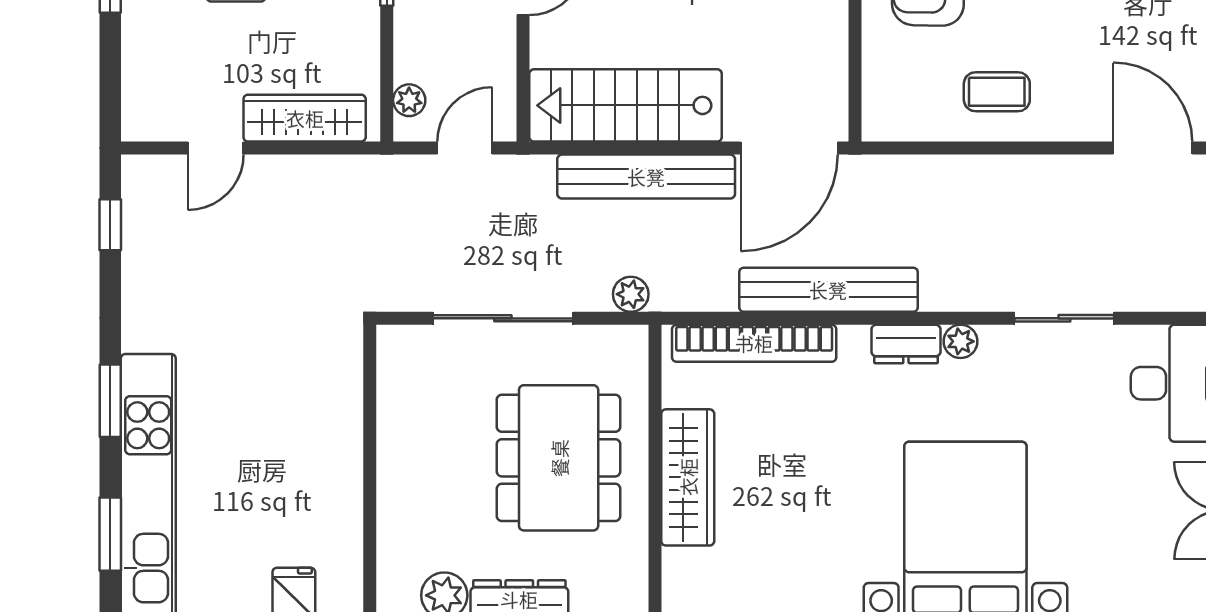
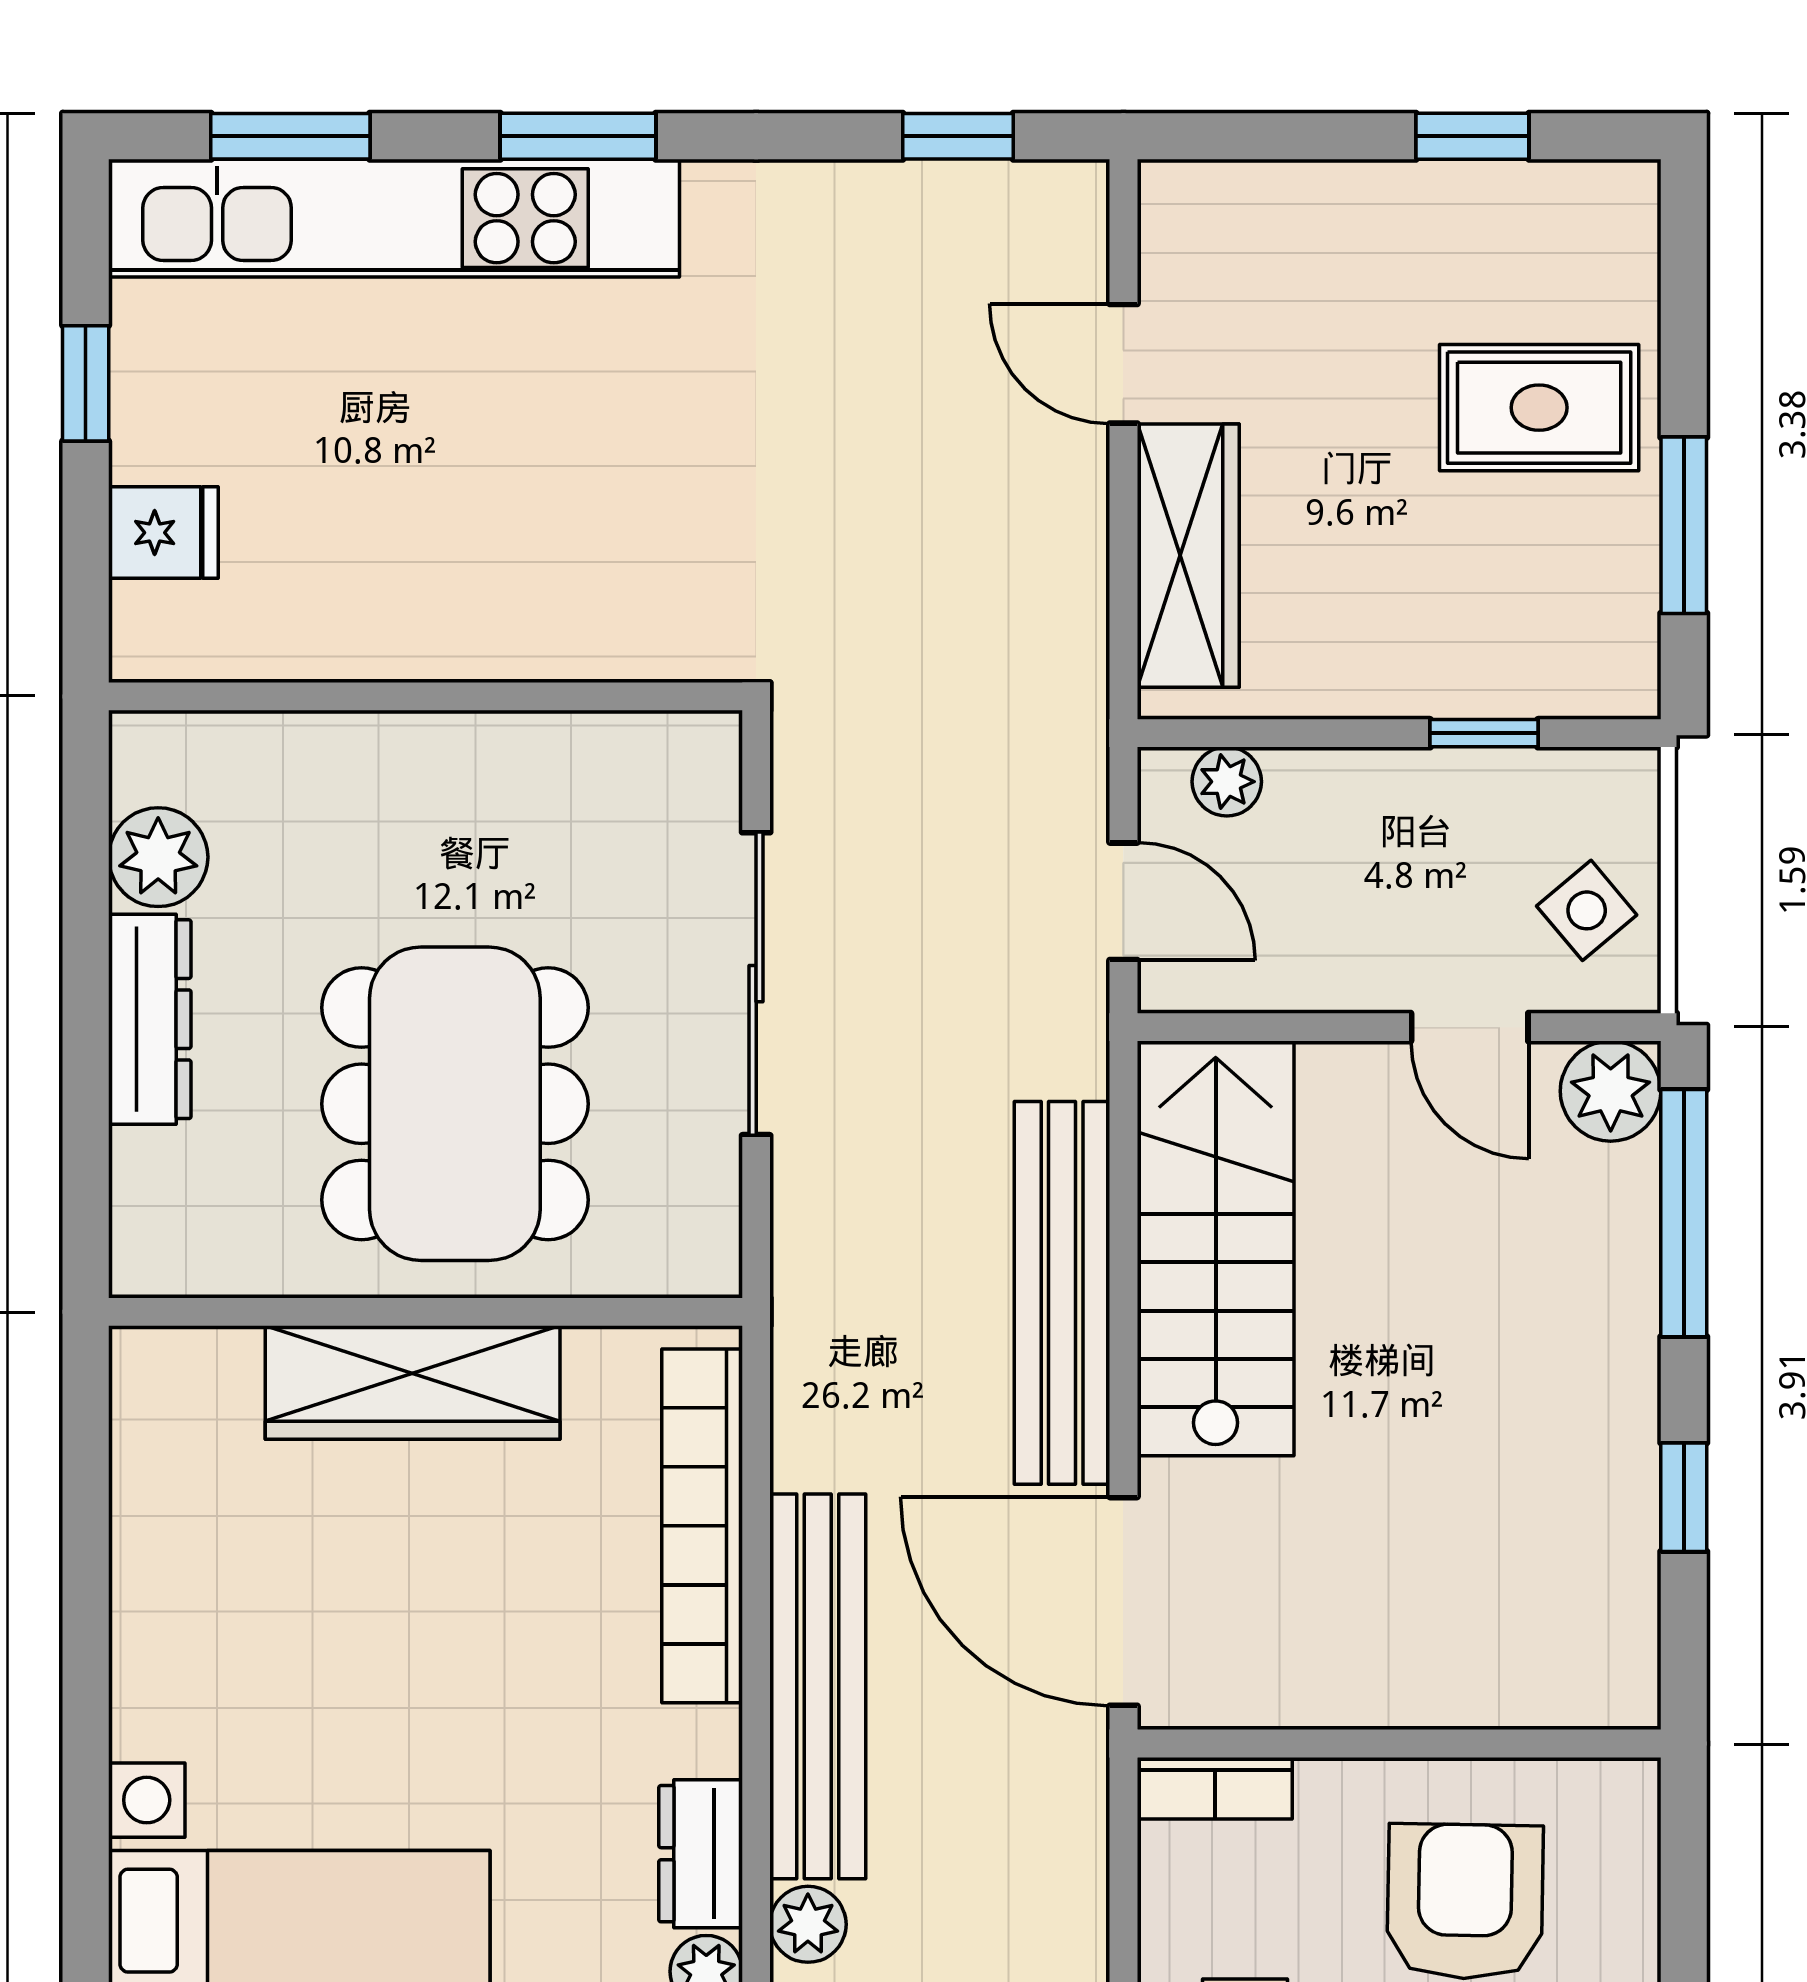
bookcase: (876, 106) -> (1215, 1788), added
plant: (631, 294) -> (808, 1924), moved
dining table: (559, 458) -> (455, 1104), turned 90

